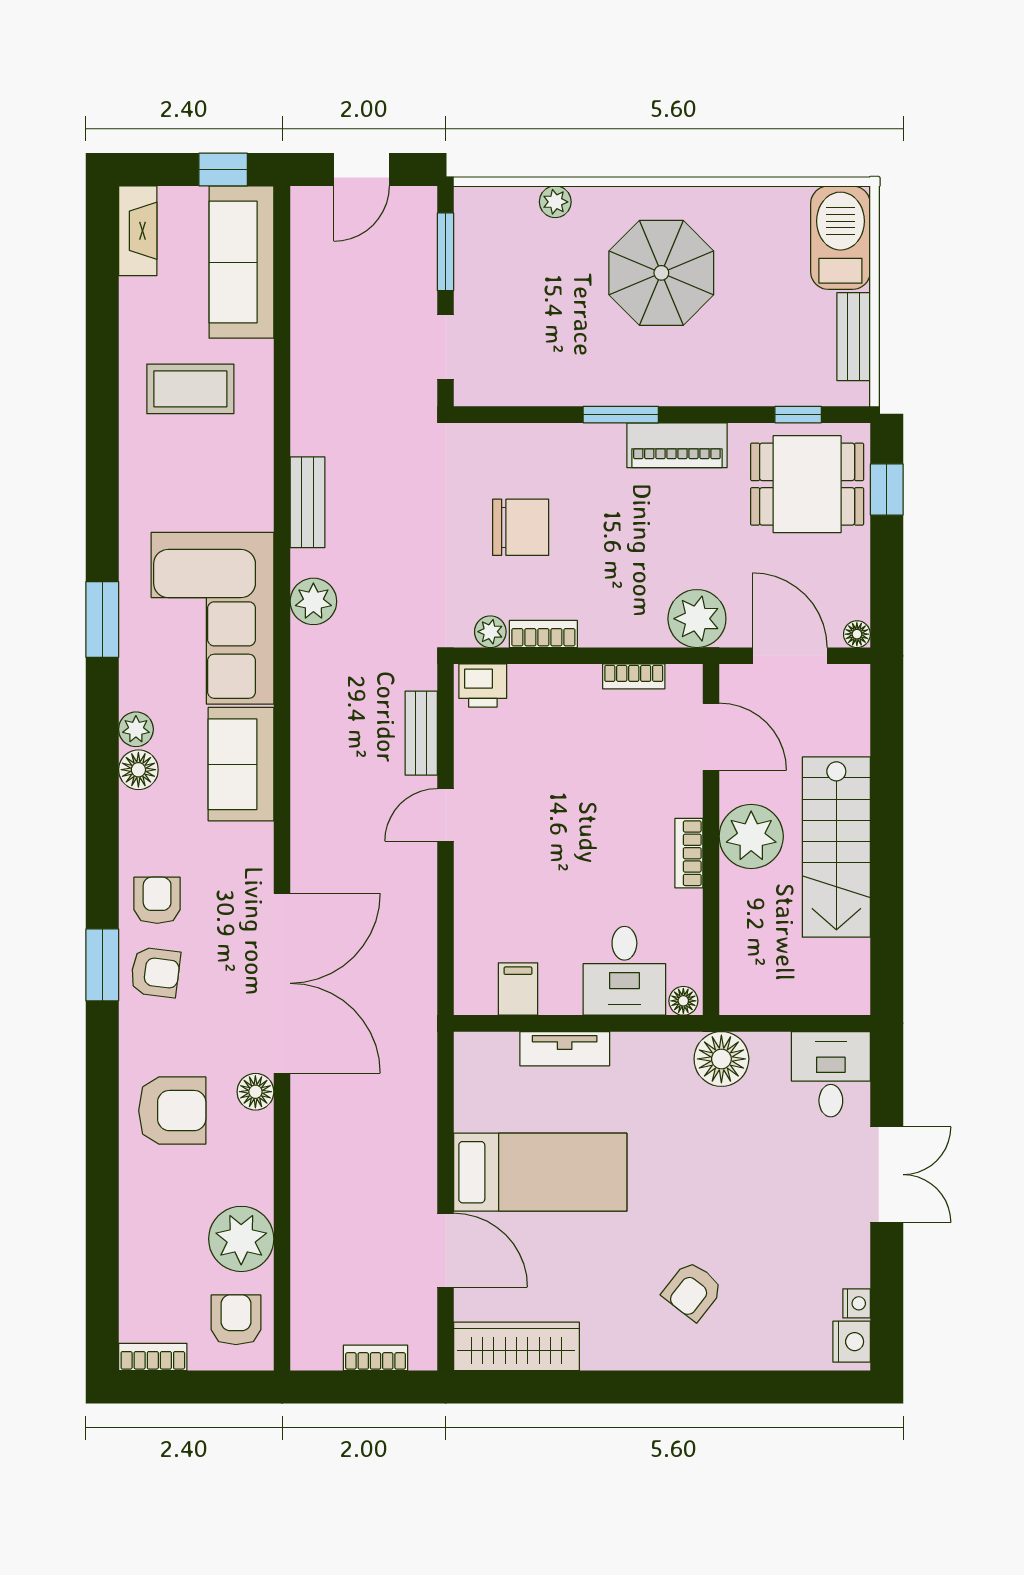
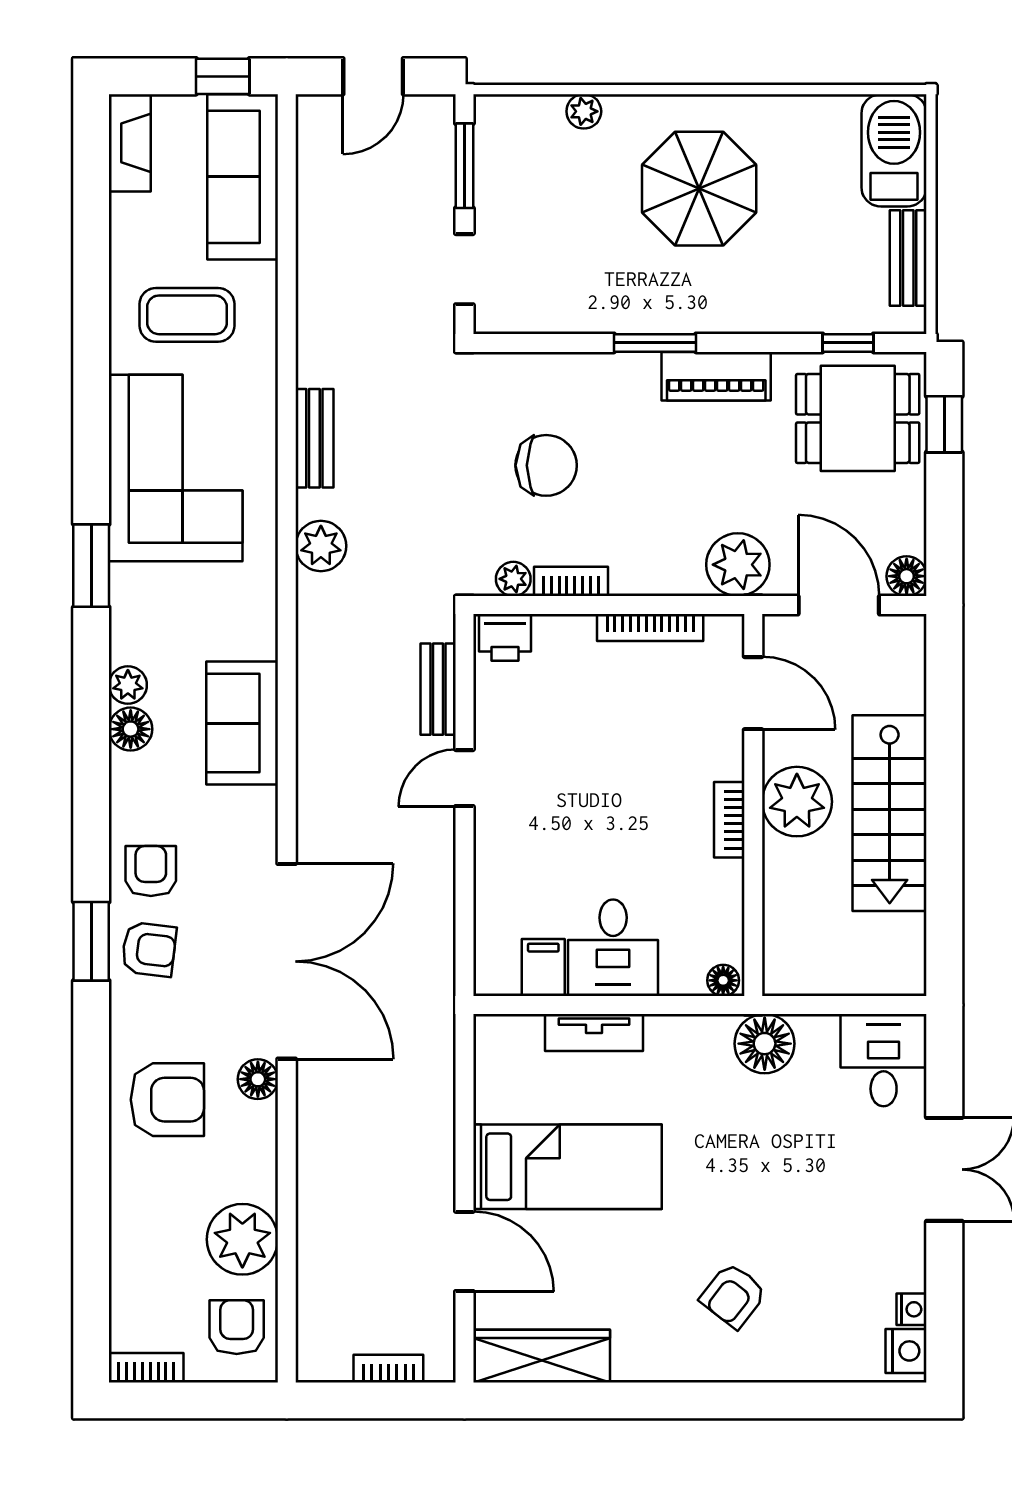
corner sofa: (213, 618) -> (176, 468), moved, turned 180
floor lamp: (857, 634) -> (907, 576), width x1.37, depth x1.37
bookcase: (634, 676) -> (650, 627), width x1.56
desk: (624, 971) -> (613, 948), moved

